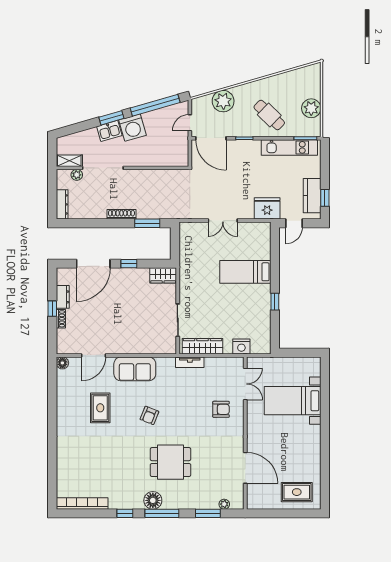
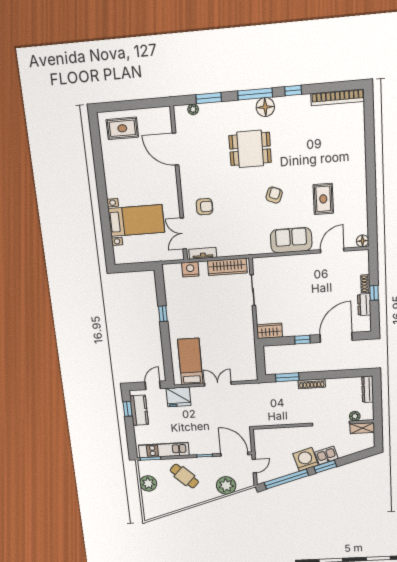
bed: (245, 272) -> (190, 362), moved, turned -90
tv unit: (190, 362) -> (203, 253), moved
armchair: (221, 409) -> (204, 207), turned 180

